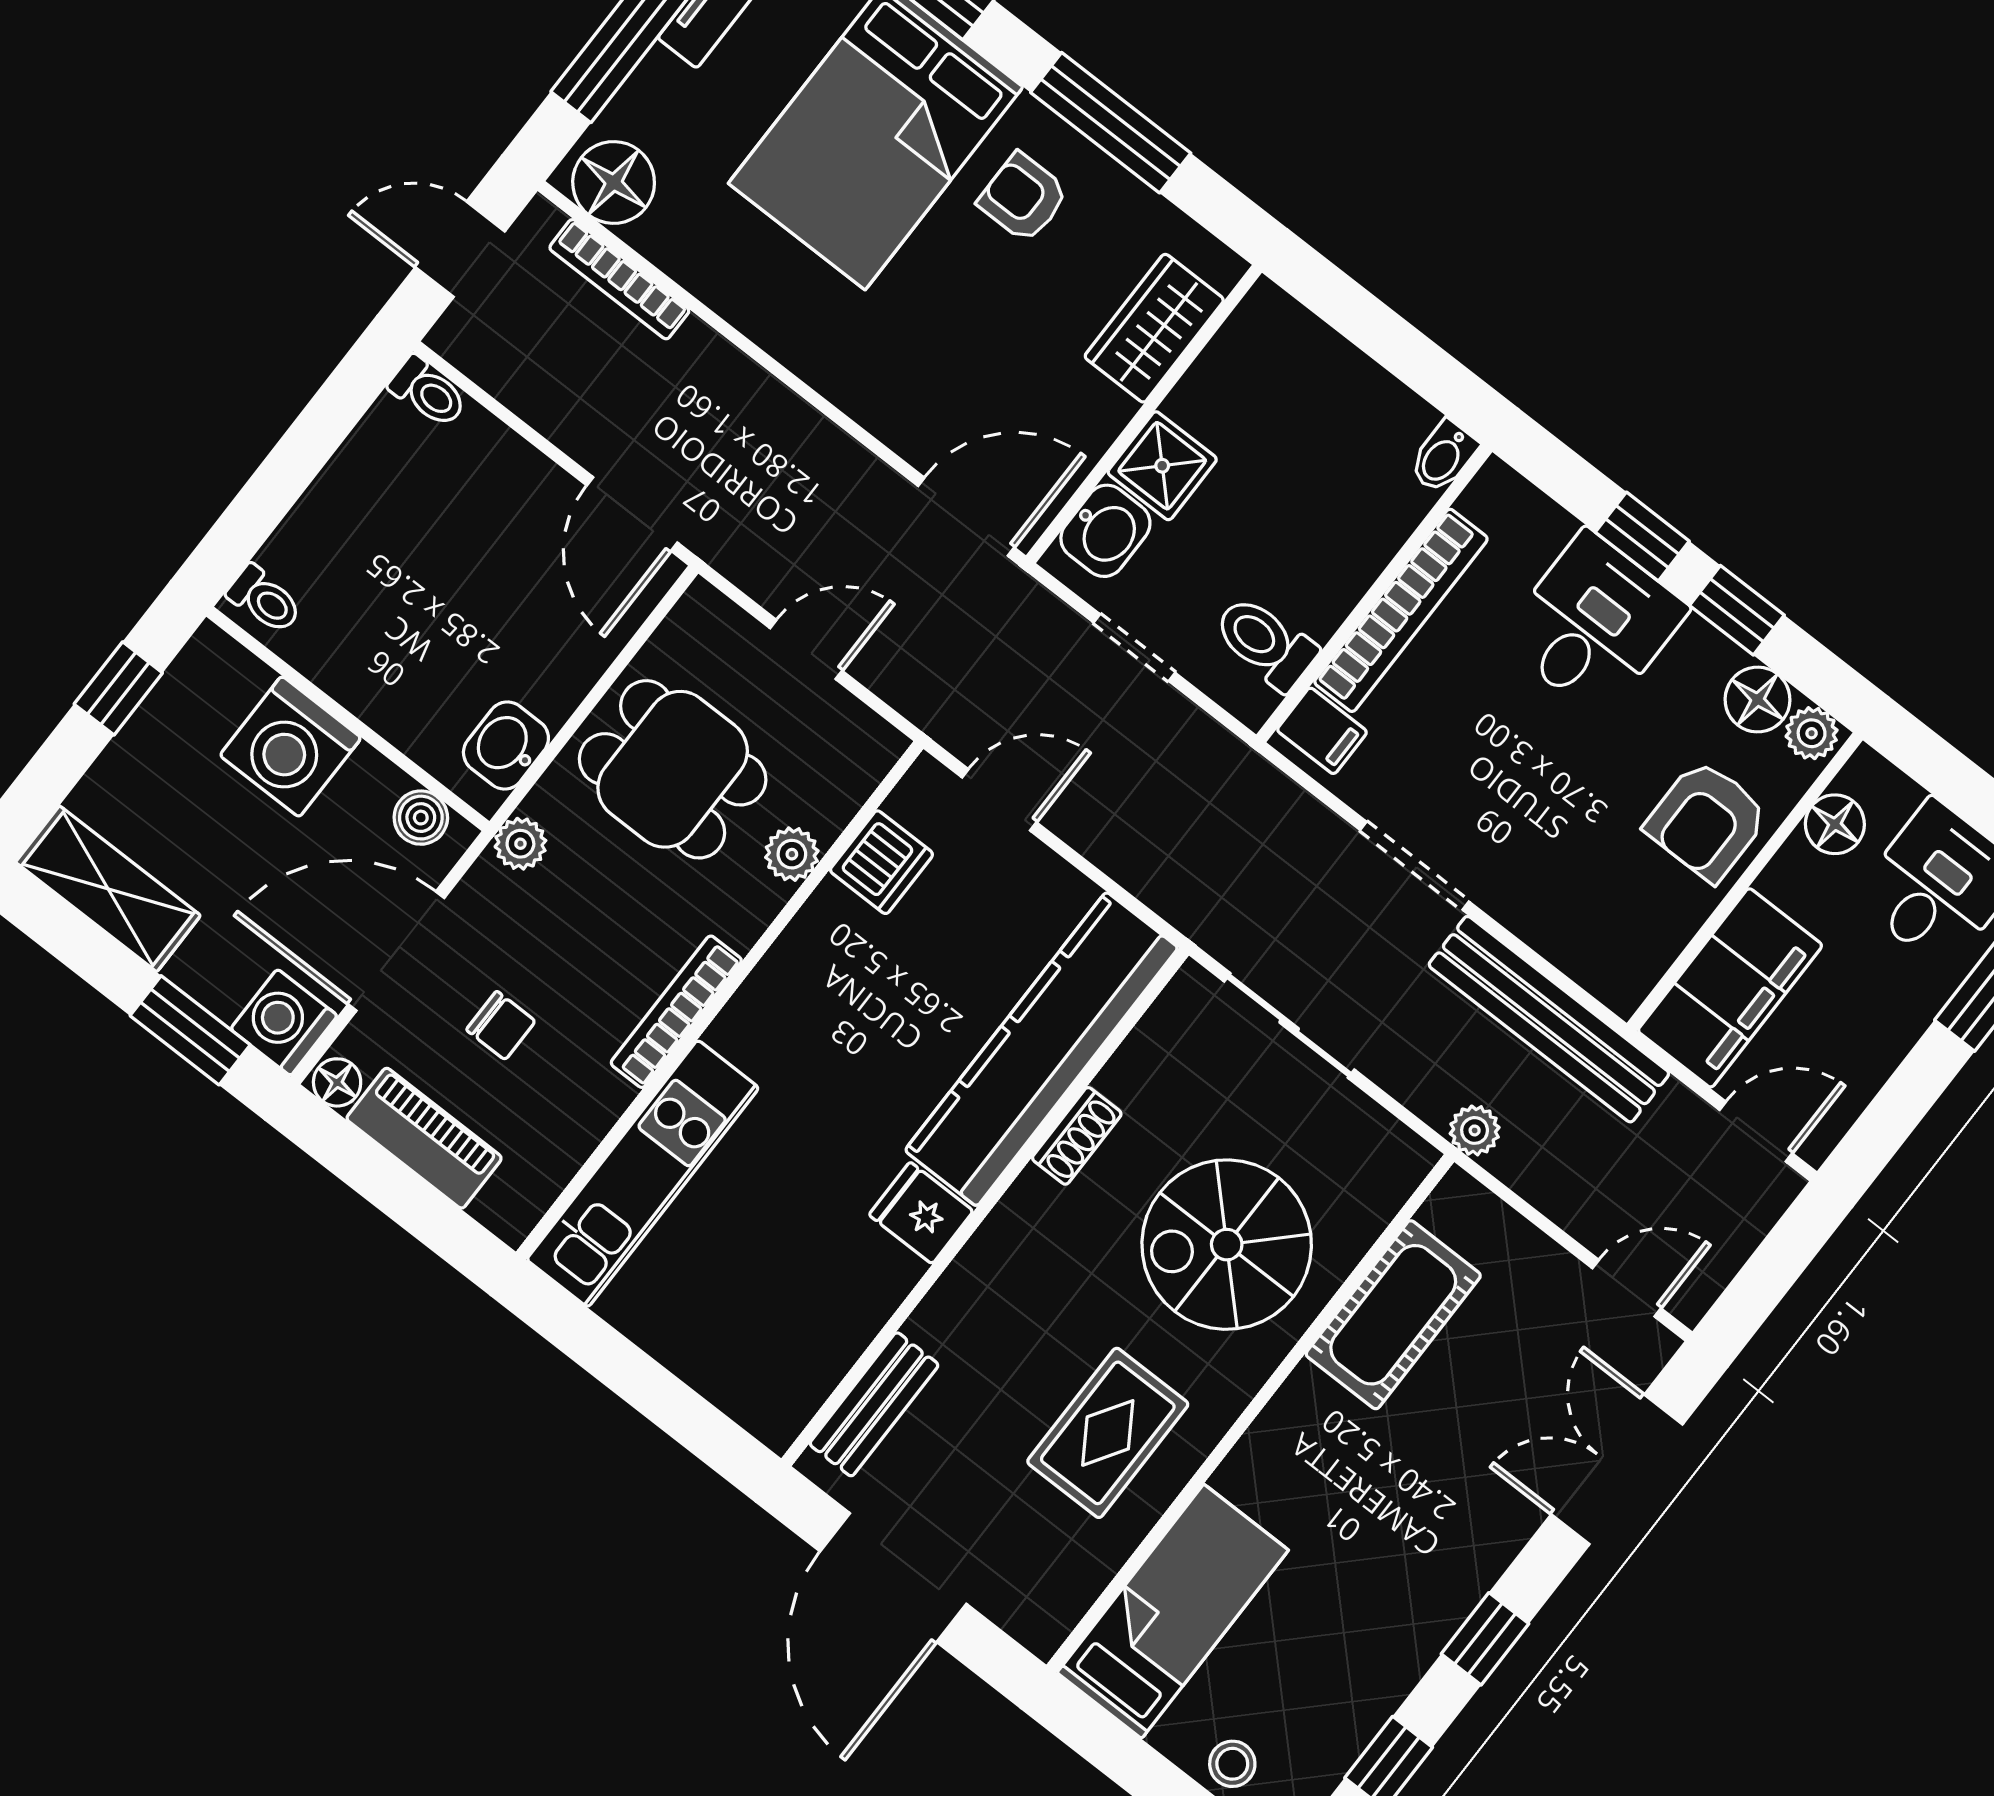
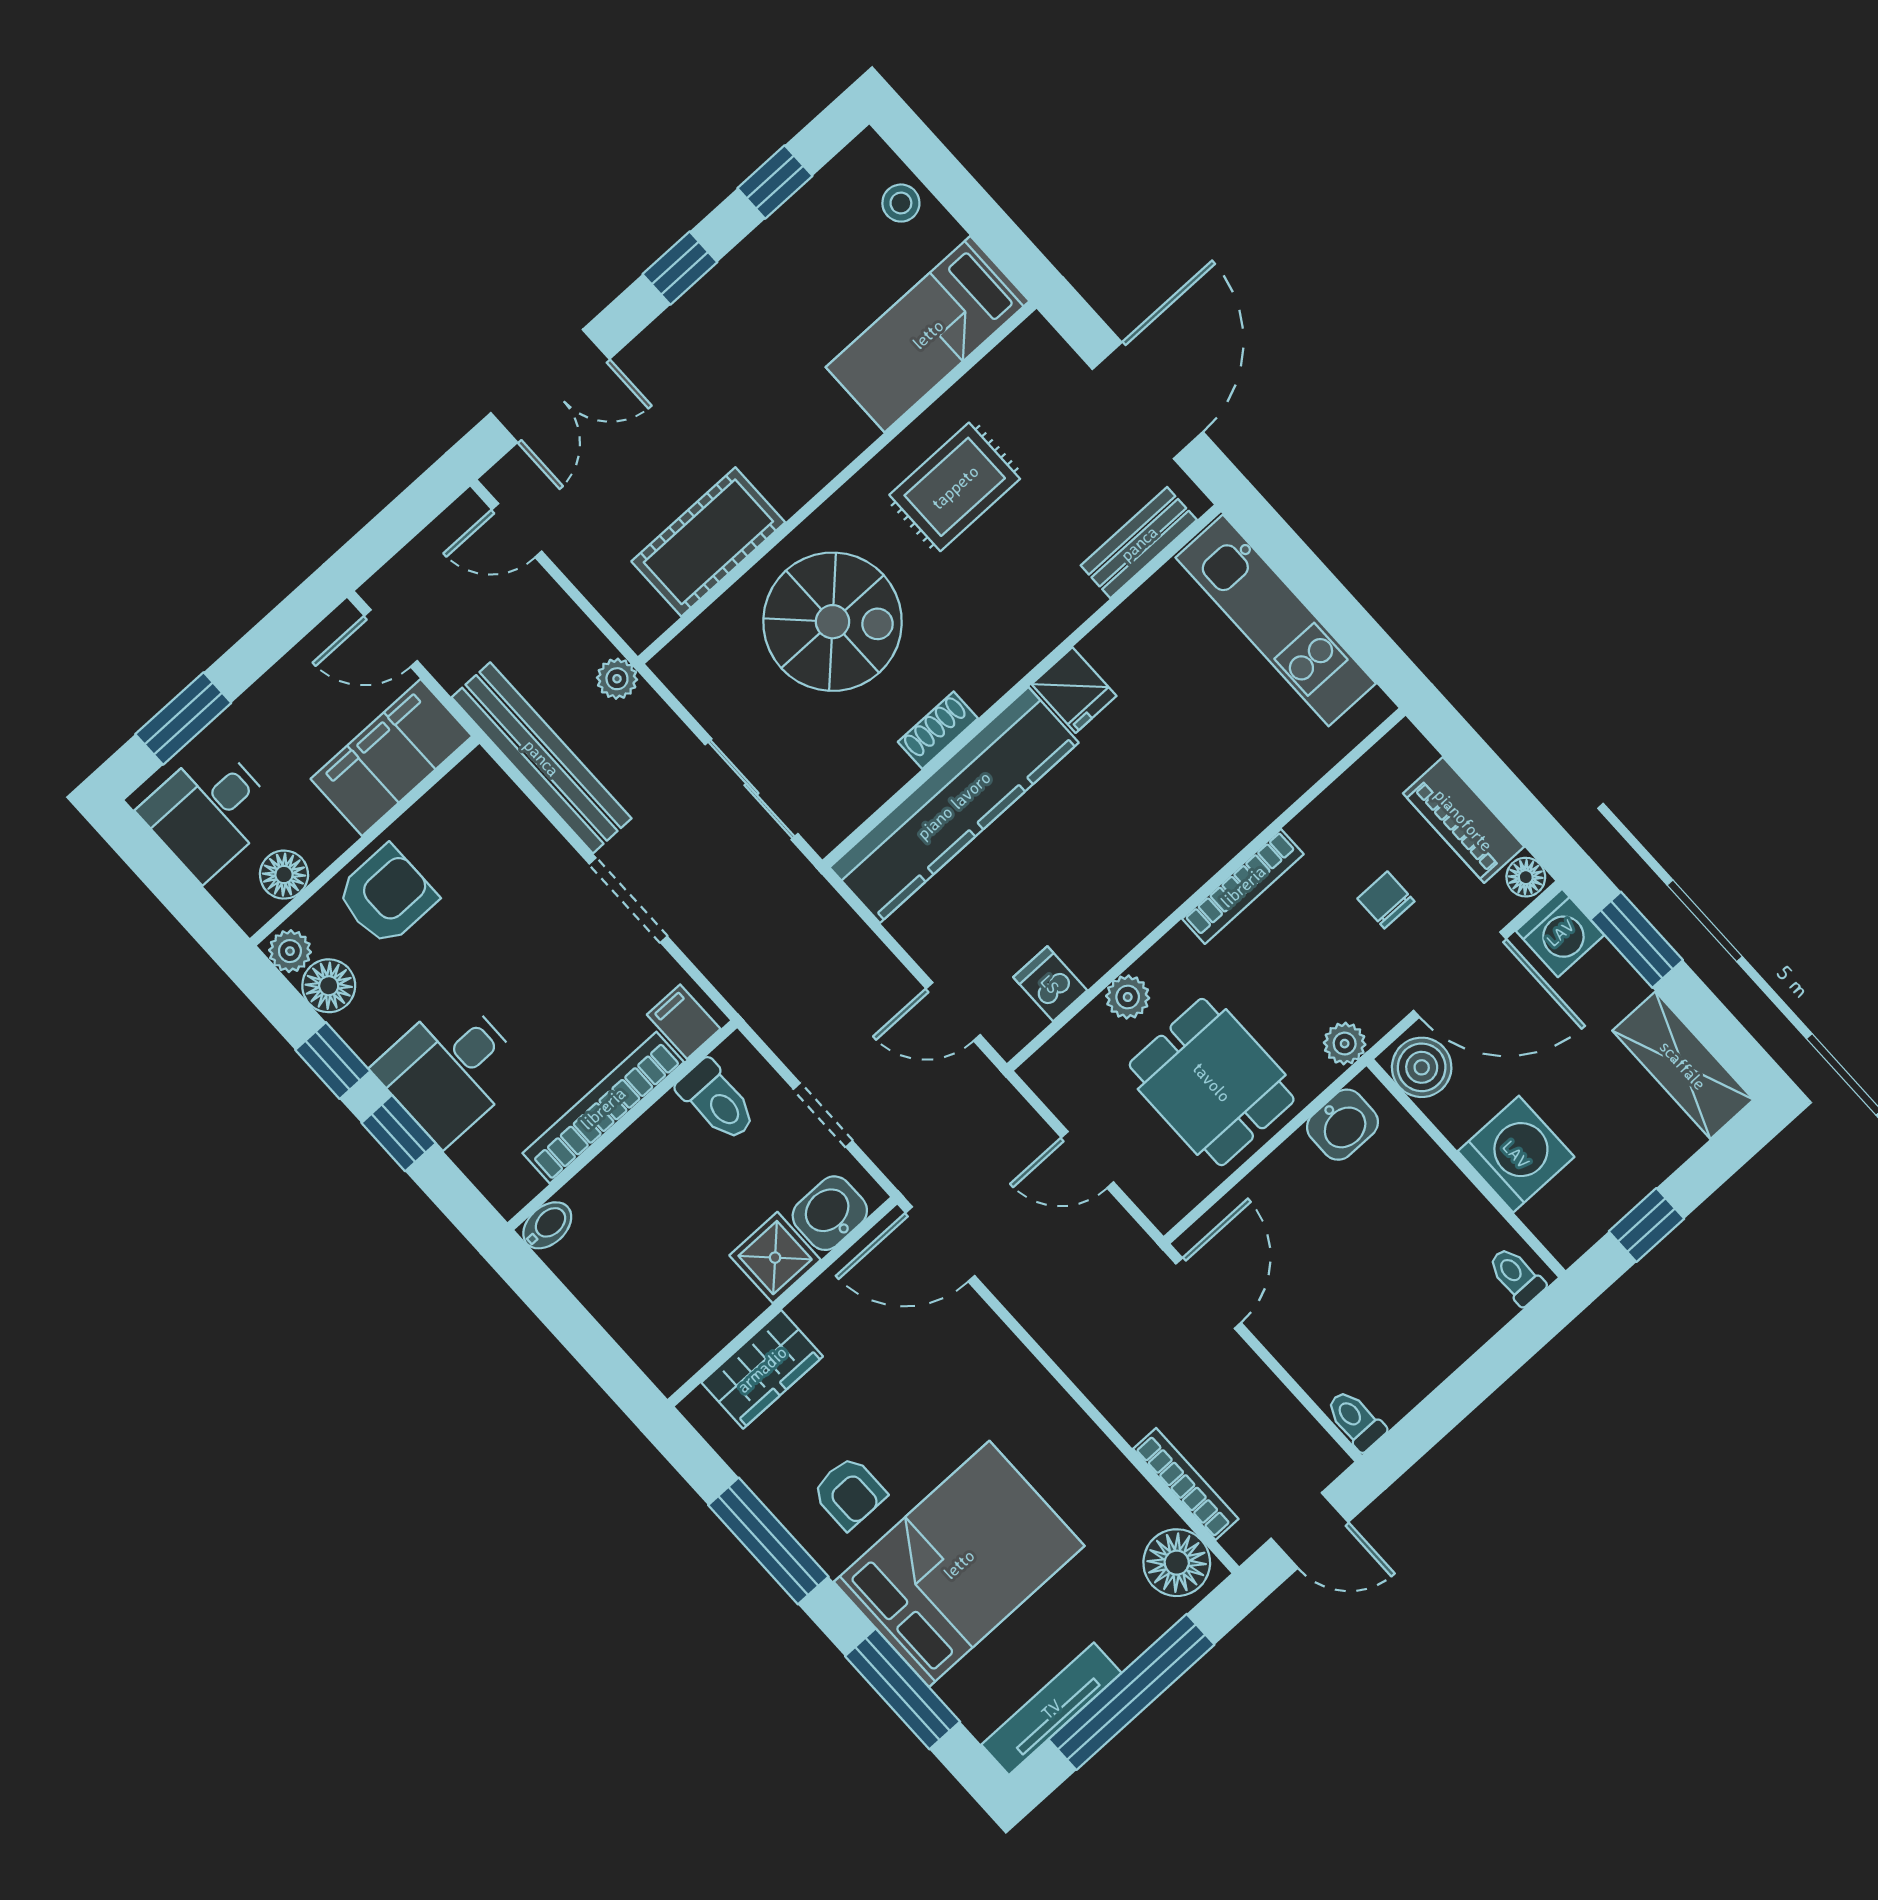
boiler: (421, 818) -> (1422, 1067), width x1.36, depth x1.36
dishwasher: (881, 862) -> (1050, 984), width x0.73
kitchen unit: (643, 1174) -> (1276, 620), moved, turned -90

